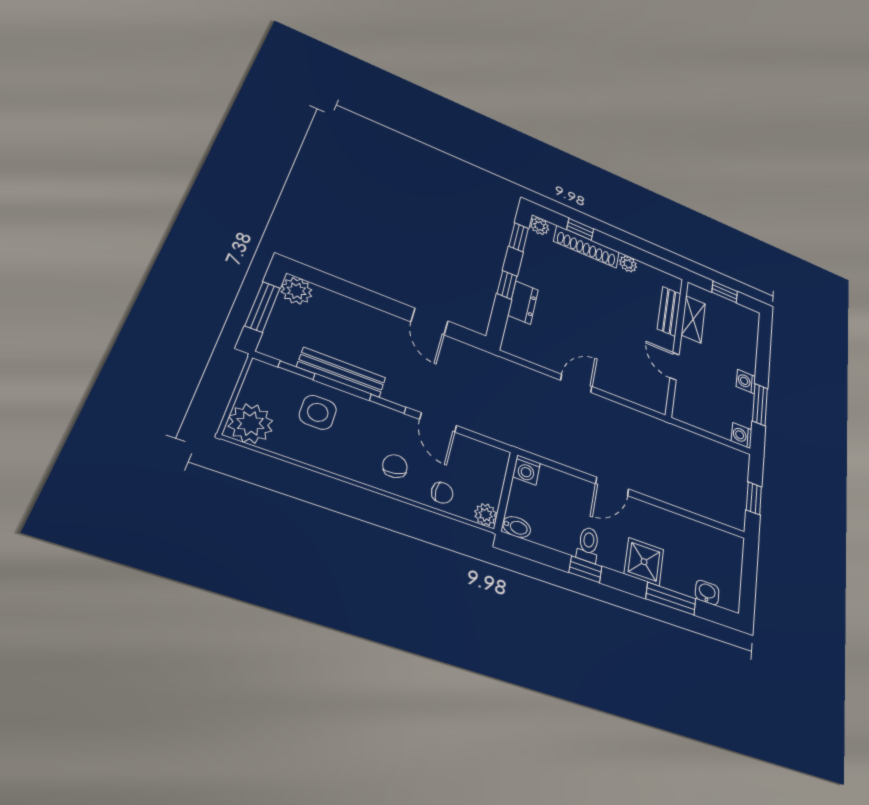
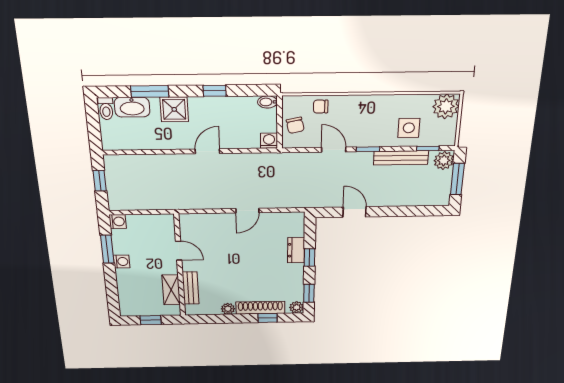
plant: (297, 291) -> (444, 160), moved
chair: (395, 466) -> (295, 125), moved
plant: (486, 515) -> (290, 103), removed
toilet: (588, 544) -> (106, 109), moved
washbasin: (707, 592) -> (132, 107), width x1.91, depth x1.45

